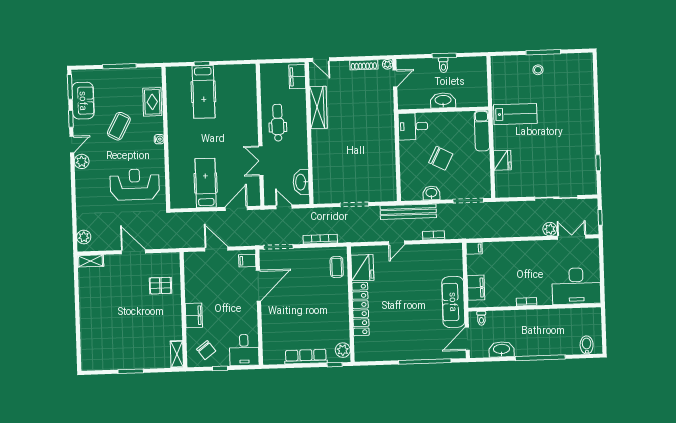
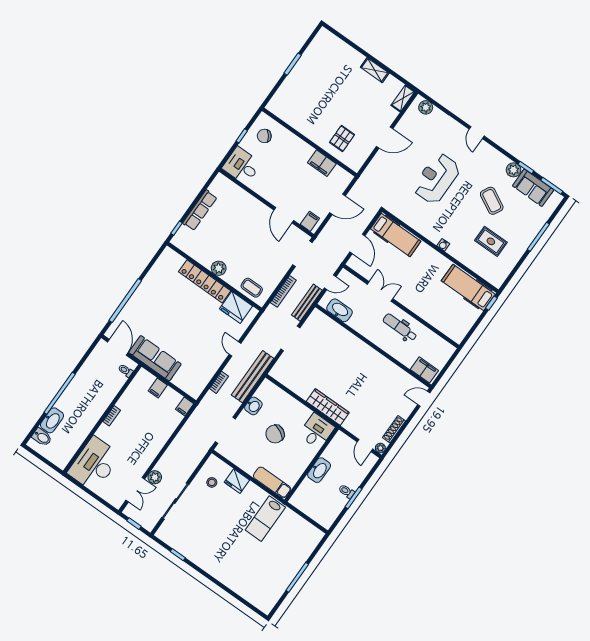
stool: (538, 70) -> (212, 482), moved
wardrobe: (318, 108) -> (328, 407), moved, turned 180
dental chair: (278, 123) -> (400, 327), turned 180
wall: (166, 138) -> (440, 251), moved
water cooler: (159, 139) -> (443, 245), moved
door: (72, 144) -> (477, 133), moved
plant: (82, 161) -> (513, 170), moved
reception desk: (135, 184) -> (437, 178), turned 180
bench: (315, 213) -> (307, 303), added
door: (258, 286) -> (284, 215), width x0.73
filing cabinet: (476, 288) -> (158, 388), width x0.50
filing cabinet: (194, 315) -> (322, 163), moved
washbasin: (502, 349) -> (52, 420), moved
plant: (343, 350) -> (219, 268), moved
shelving: (177, 354) -> (375, 70), moved

